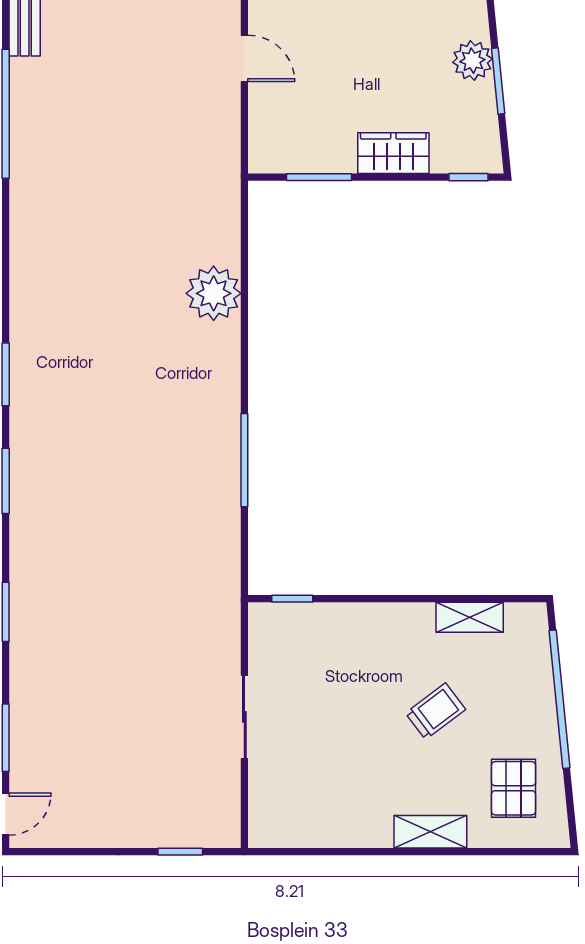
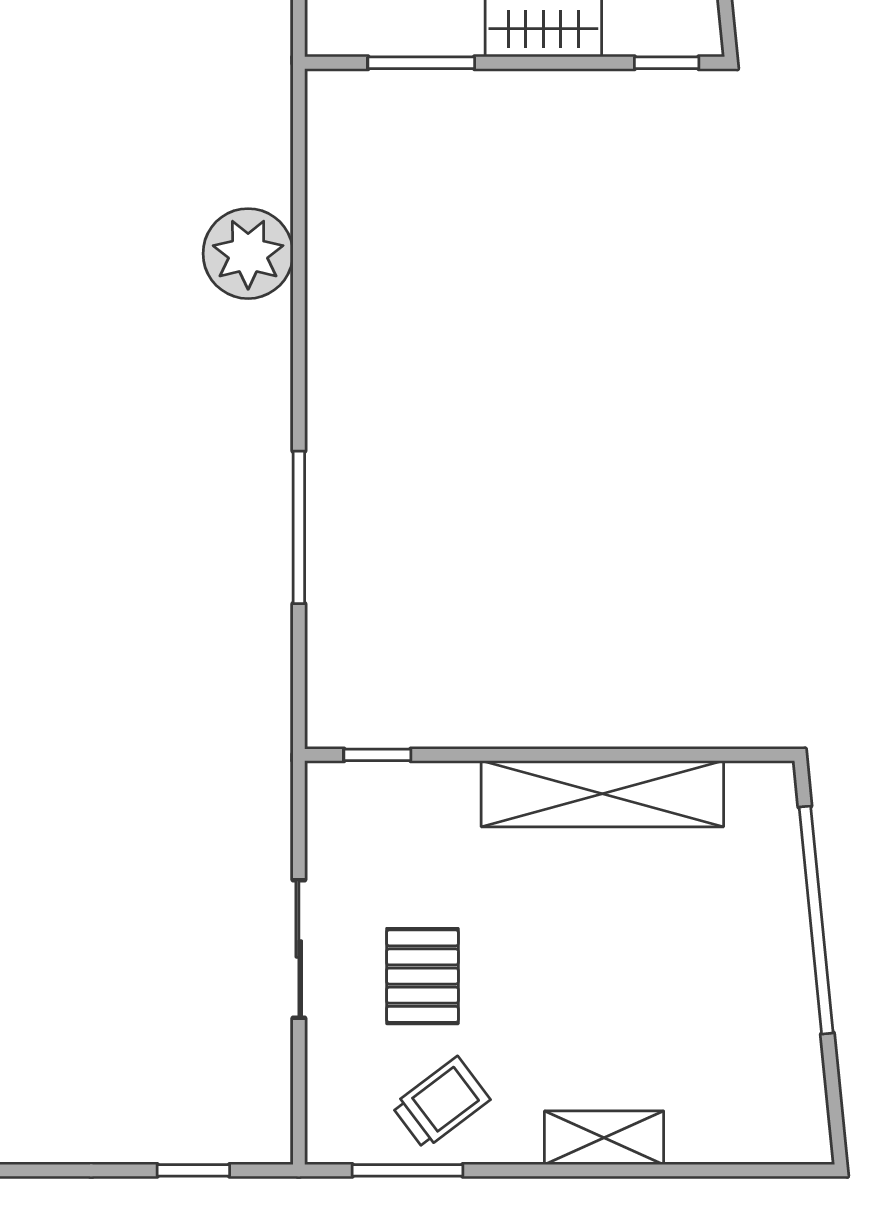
shelving: (470, 617) -> (602, 794), width x2.20, depth x1.33
trolley: (435, 711) -> (441, 1103), moved
pallet: (513, 788) -> (422, 976), moved
window: (311, 852) -> (408, 1170), added

